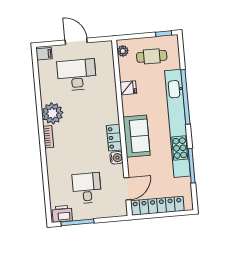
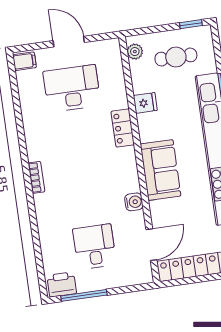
plant: (52, 113) -> (41, 144), removed
locker: (114, 138) -> (123, 128), moved

